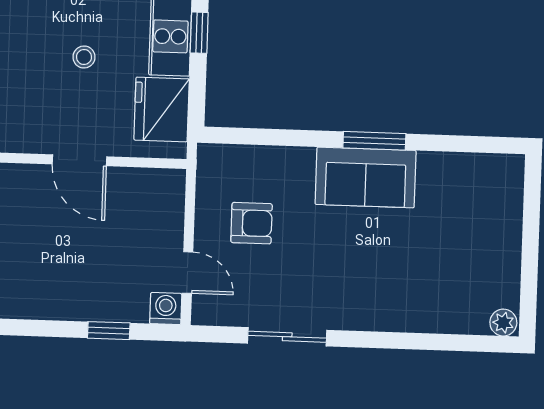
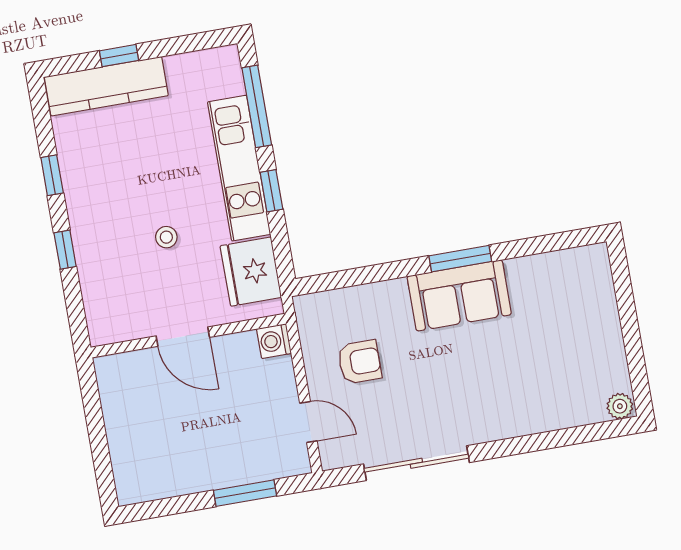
washing machine: (166, 309) -> (274, 341), moved, turned -90
window: (109, 331) -> (245, 493), width x1.50
sliding door: (287, 337) -> (416, 463), width x1.37

